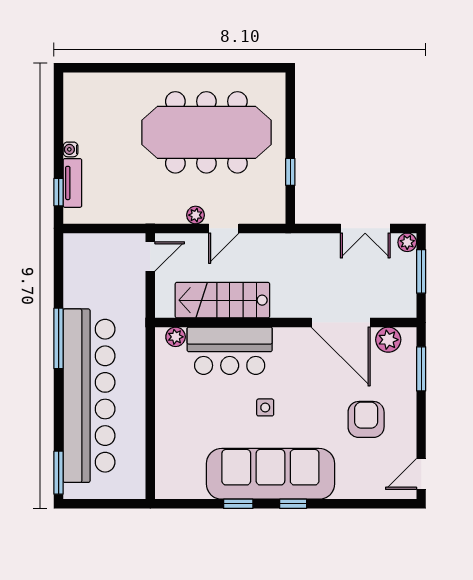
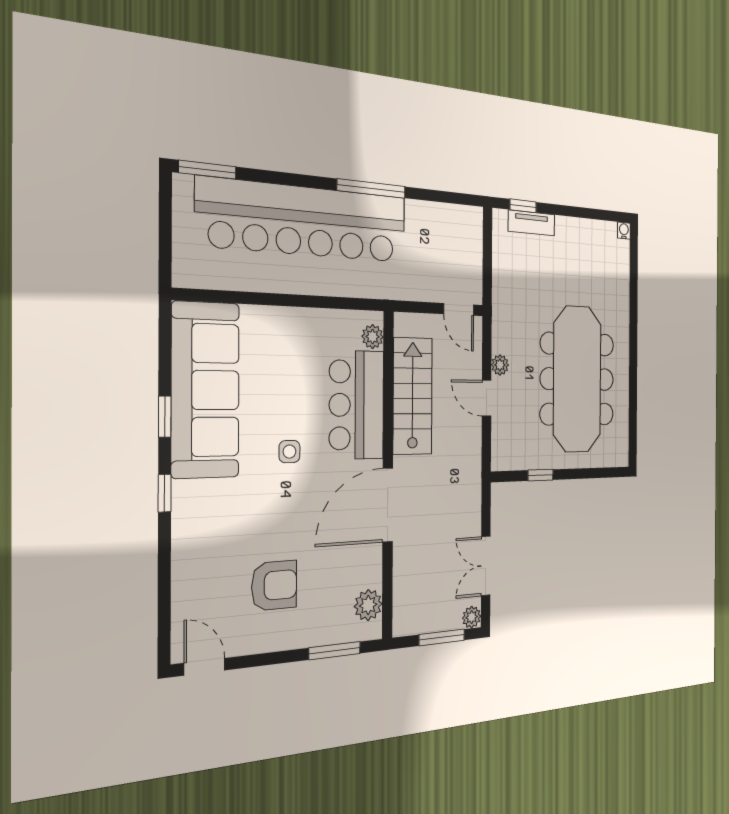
water cooler: (70, 149) -> (624, 231), moved
door: (341, 323) -> (388, 505), moved
sofa: (270, 474) -> (205, 390), moved

